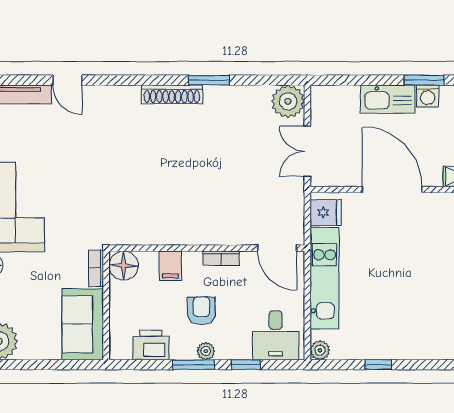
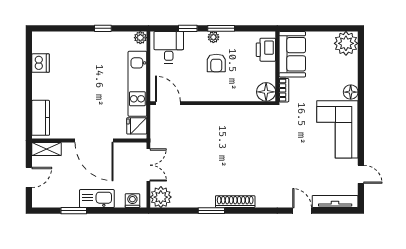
washing machine: (428, 96) -> (132, 201), moved
bookcase: (221, 258) -> (204, 97), removed
filing cabinet: (170, 266) -> (236, 92), removed
printer: (151, 345) -> (266, 50), moved, turned 90

